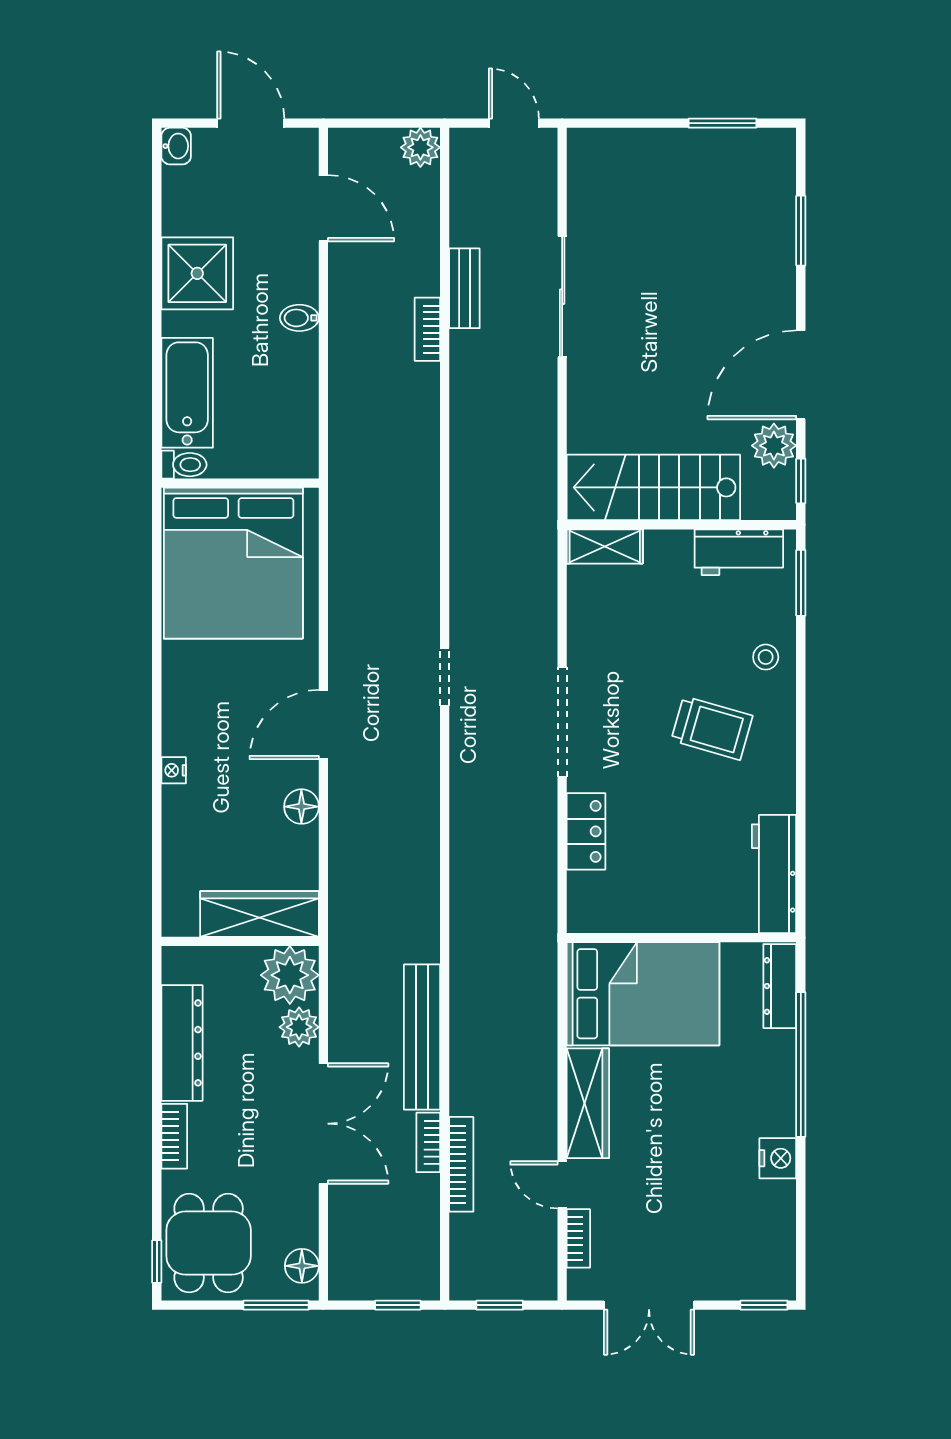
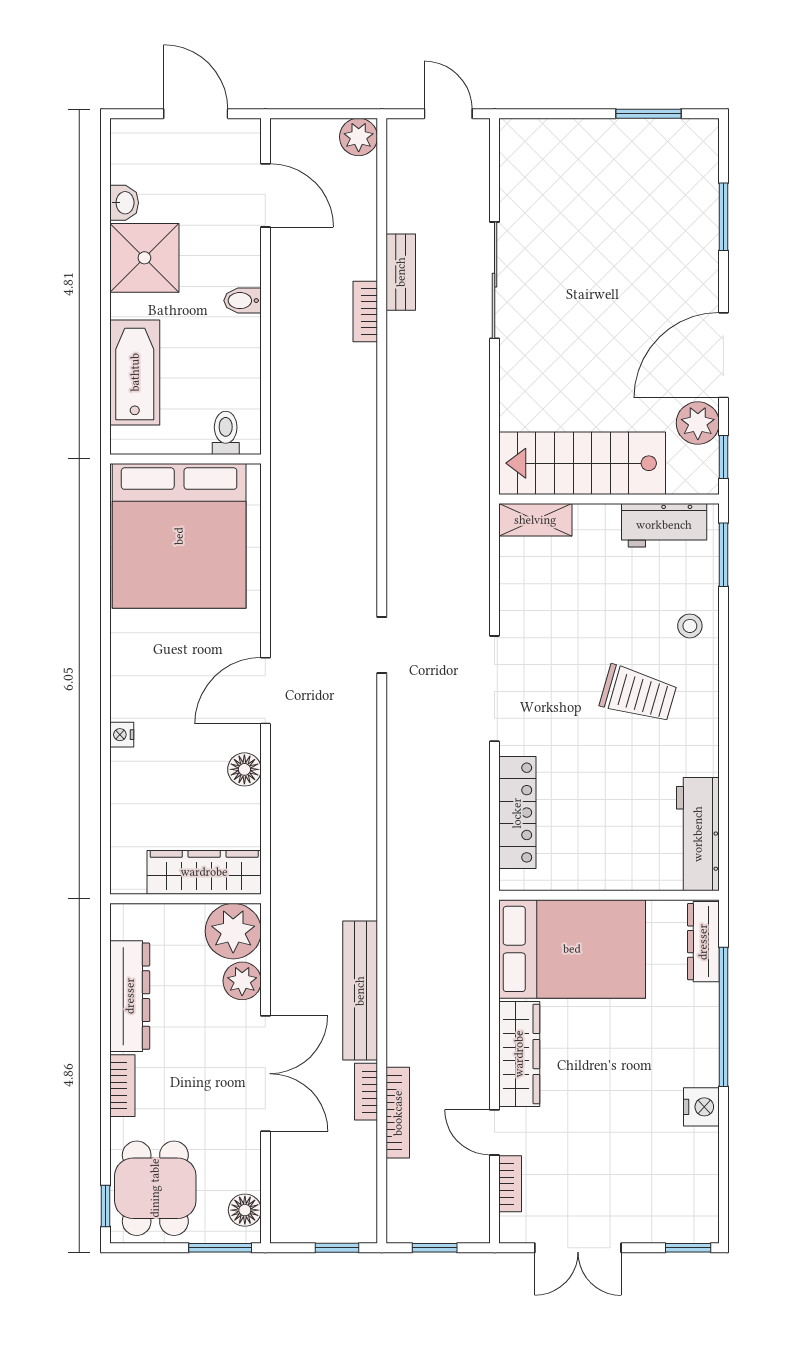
washbasin: (176, 146) -> (124, 203), moved
toilet: (184, 465) -> (226, 433), moved, turned -90
locker: (586, 831) -> (517, 813), width x1.53

